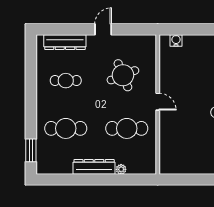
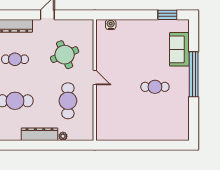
cafe table: (127, 128) -> (68, 101), turned 90

